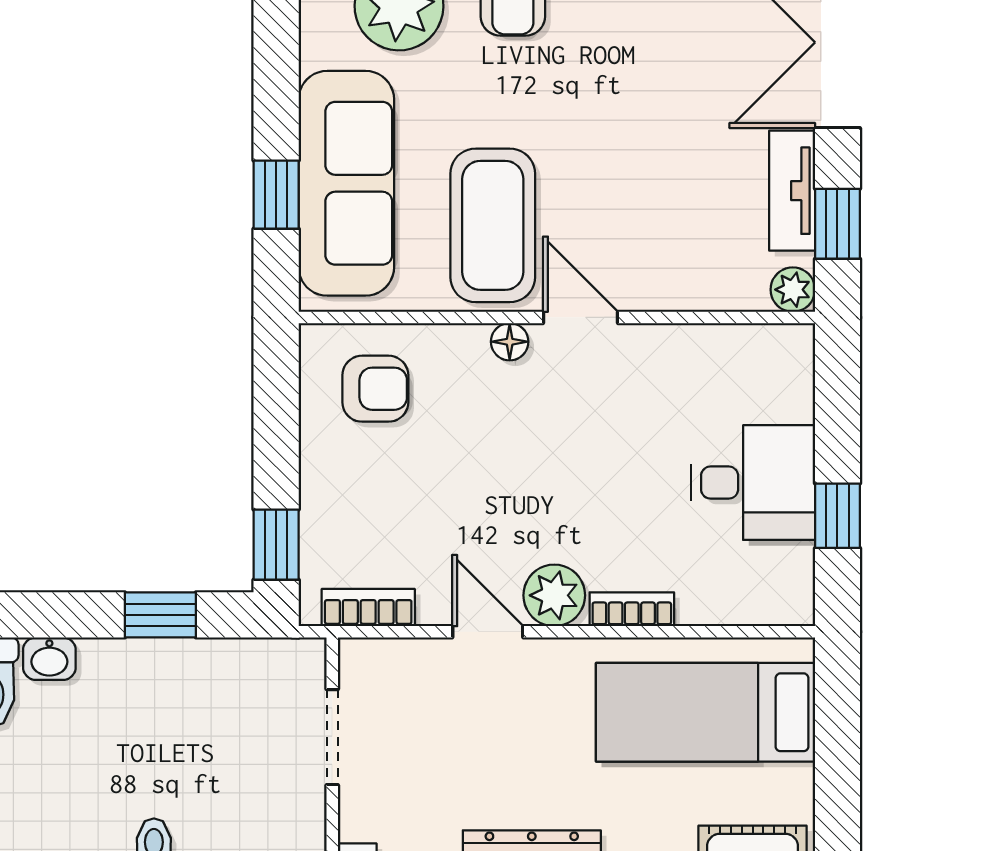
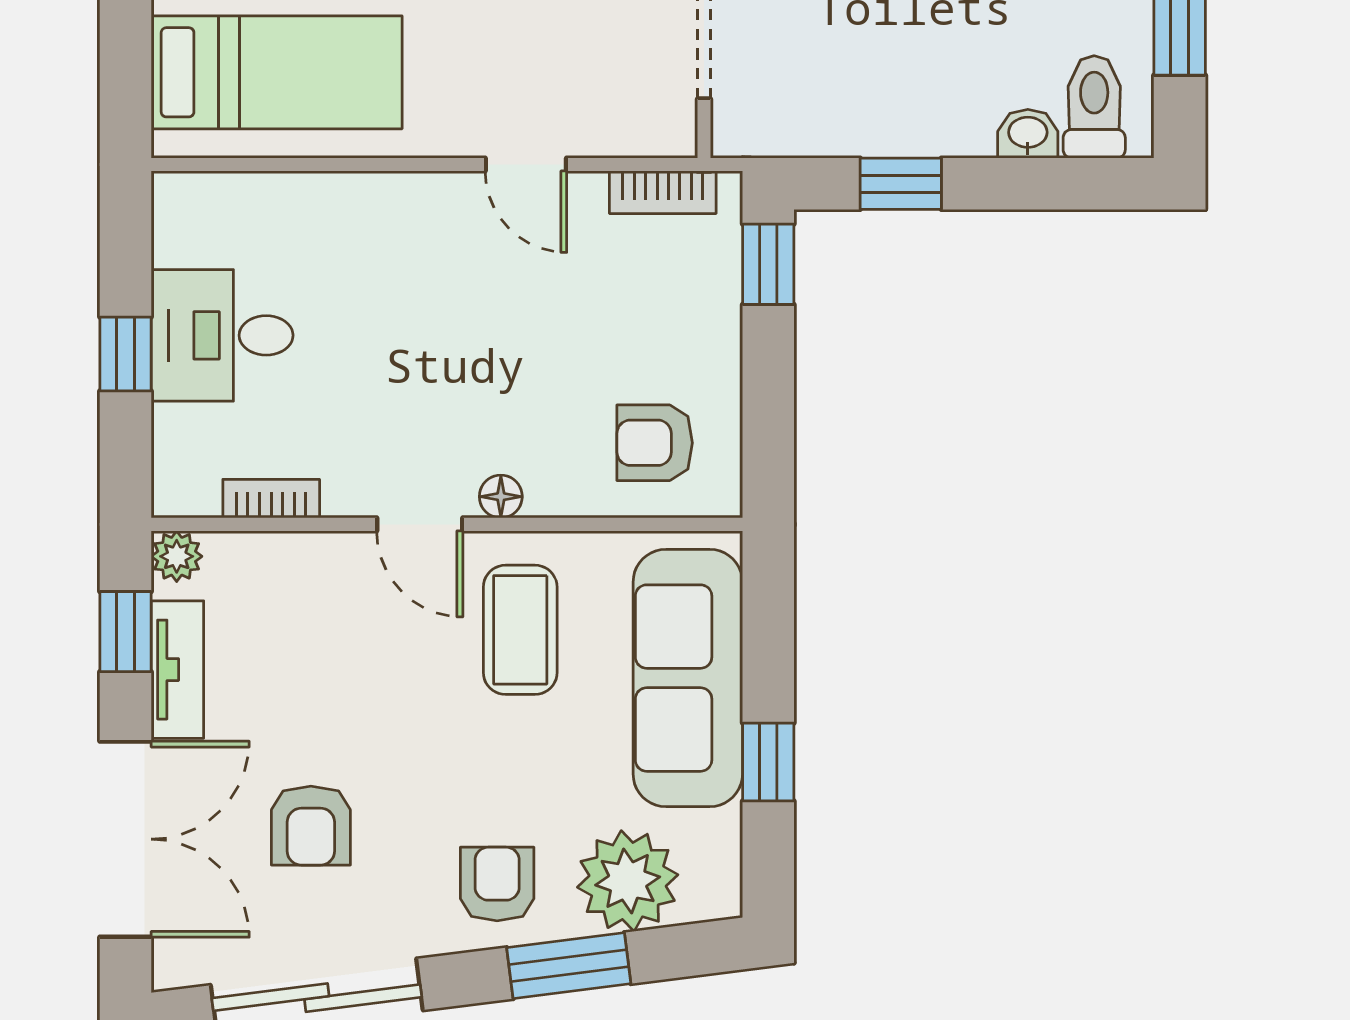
armchair: (676, 54) -> (311, 826), added
window: (276, 195) -> (768, 762), moved
coffee table: (493, 225) -> (520, 630), width x0.73, depth x0.76
window: (837, 516) -> (126, 354), moved
plant: (554, 595) -> (450, 206), removed
bookcase: (632, 609) -> (271, 499), moved, turned 180

